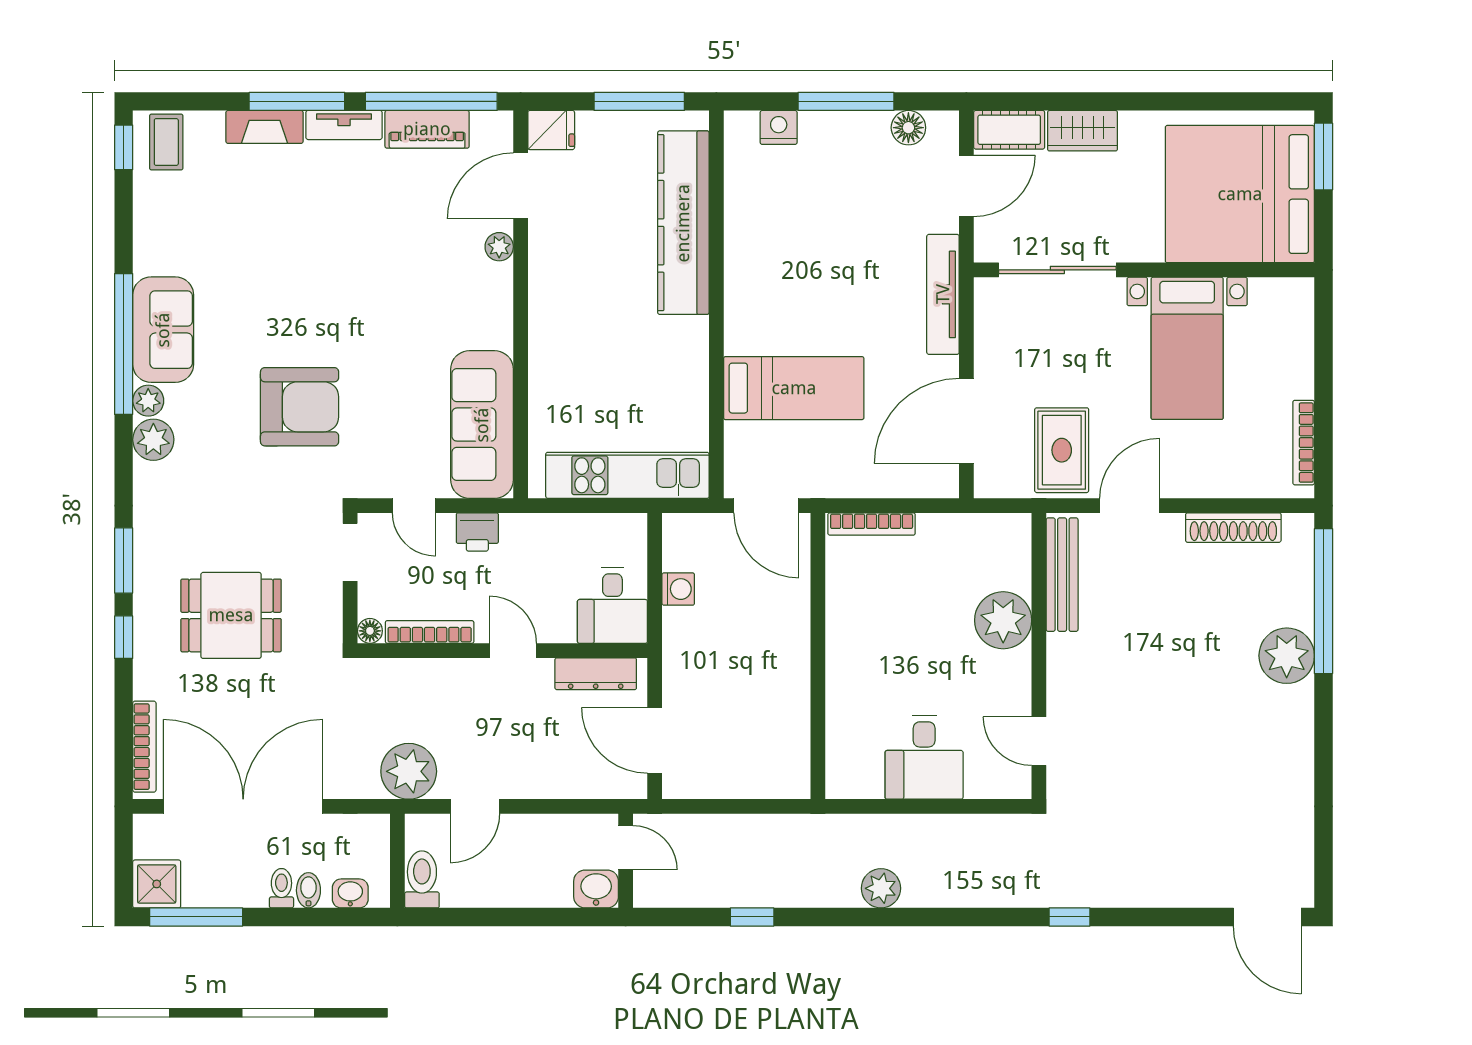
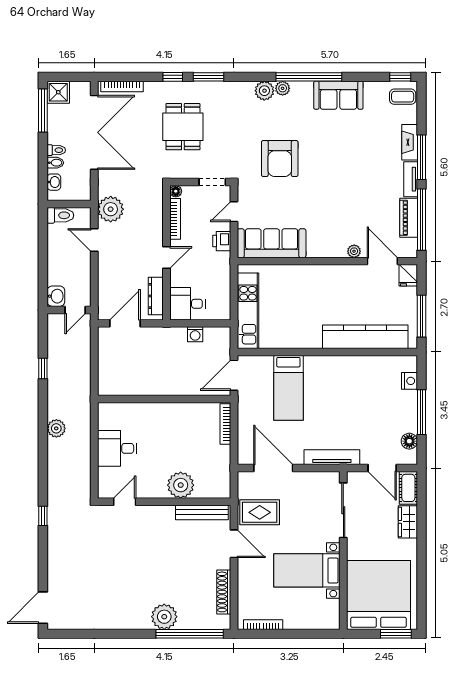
sofa: (163, 330) -> (338, 95), moved

